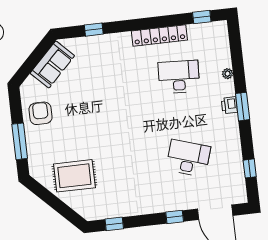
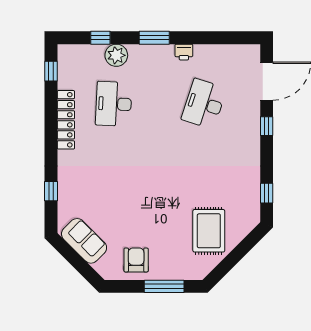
plant: (228, 74) -> (116, 55), width x1.88, depth x1.88
printer: (229, 105) -> (184, 52), moved
armchair: (41, 113) -> (136, 260), turned 90
window: (250, 168) -> (100, 38), moved

